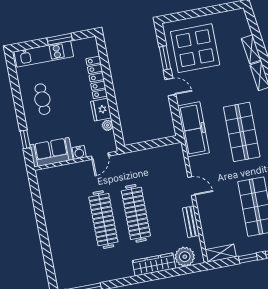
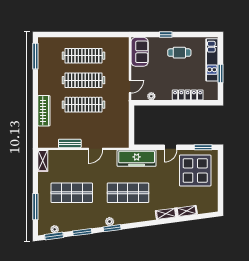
window: (165, 58) -> (203, 147), moved
fridge: (101, 110) -> (164, 94), removed
window: (25, 139) -> (166, 35), moved
water cooler: (79, 152) -> (136, 72), removed
door: (100, 156) -> (130, 87), swing flipped
clothes rail: (71, 226) -> (83, 56), added
plant: (185, 257) -> (45, 134), removed
window: (248, 258) -> (35, 180), removed

